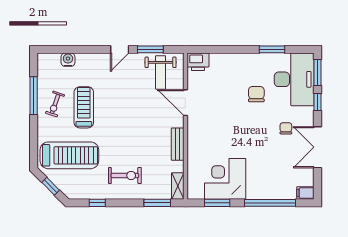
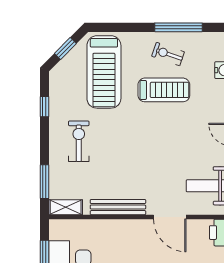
door: (185, 103) -> (170, 217), swing flipped
bench: (178, 144) -> (118, 207), width x1.36
exercise bike: (125, 175) -> (79, 141), turned 180

